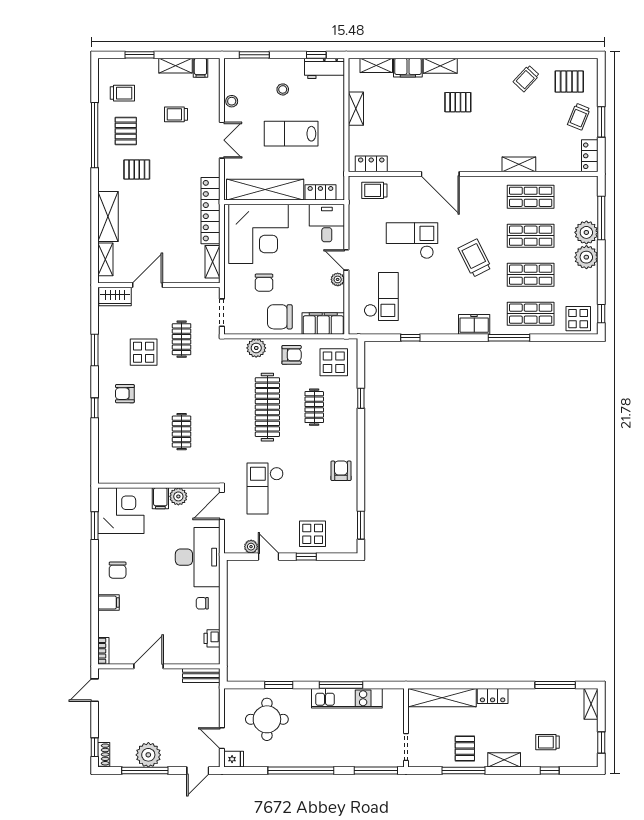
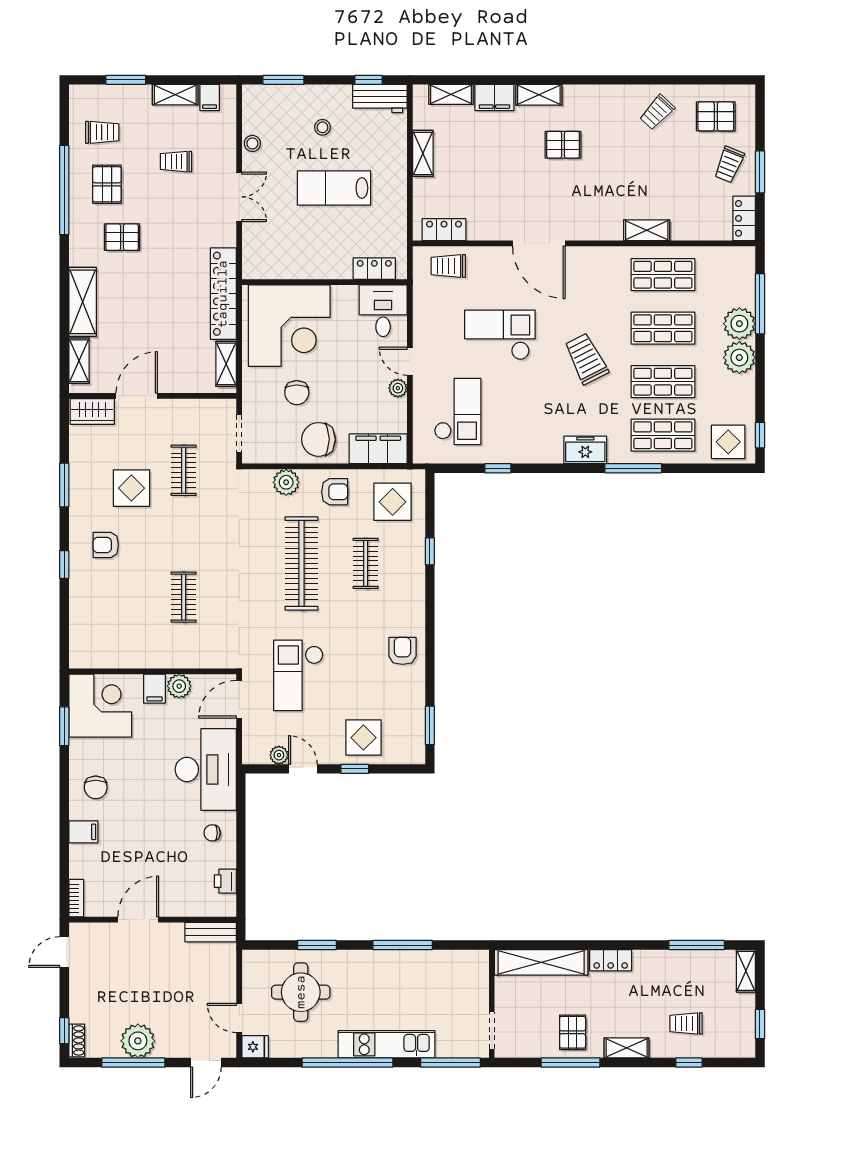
shelving: (265, 190) -> (298, 265), removed
kitchen unit: (347, 698) -> (387, 1044), moved, turned 180

